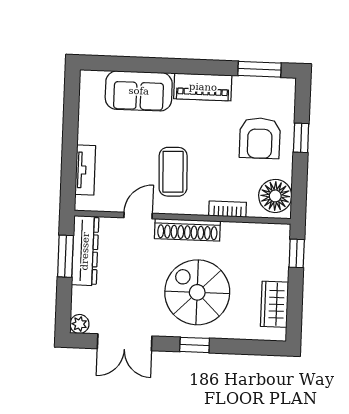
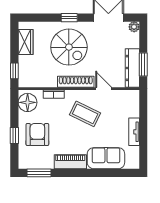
tv unit: (85, 170) -> (134, 132), moved
coffee table: (173, 172) -> (85, 114), turned -62
door: (138, 215) -> (104, 89), swing flipped

